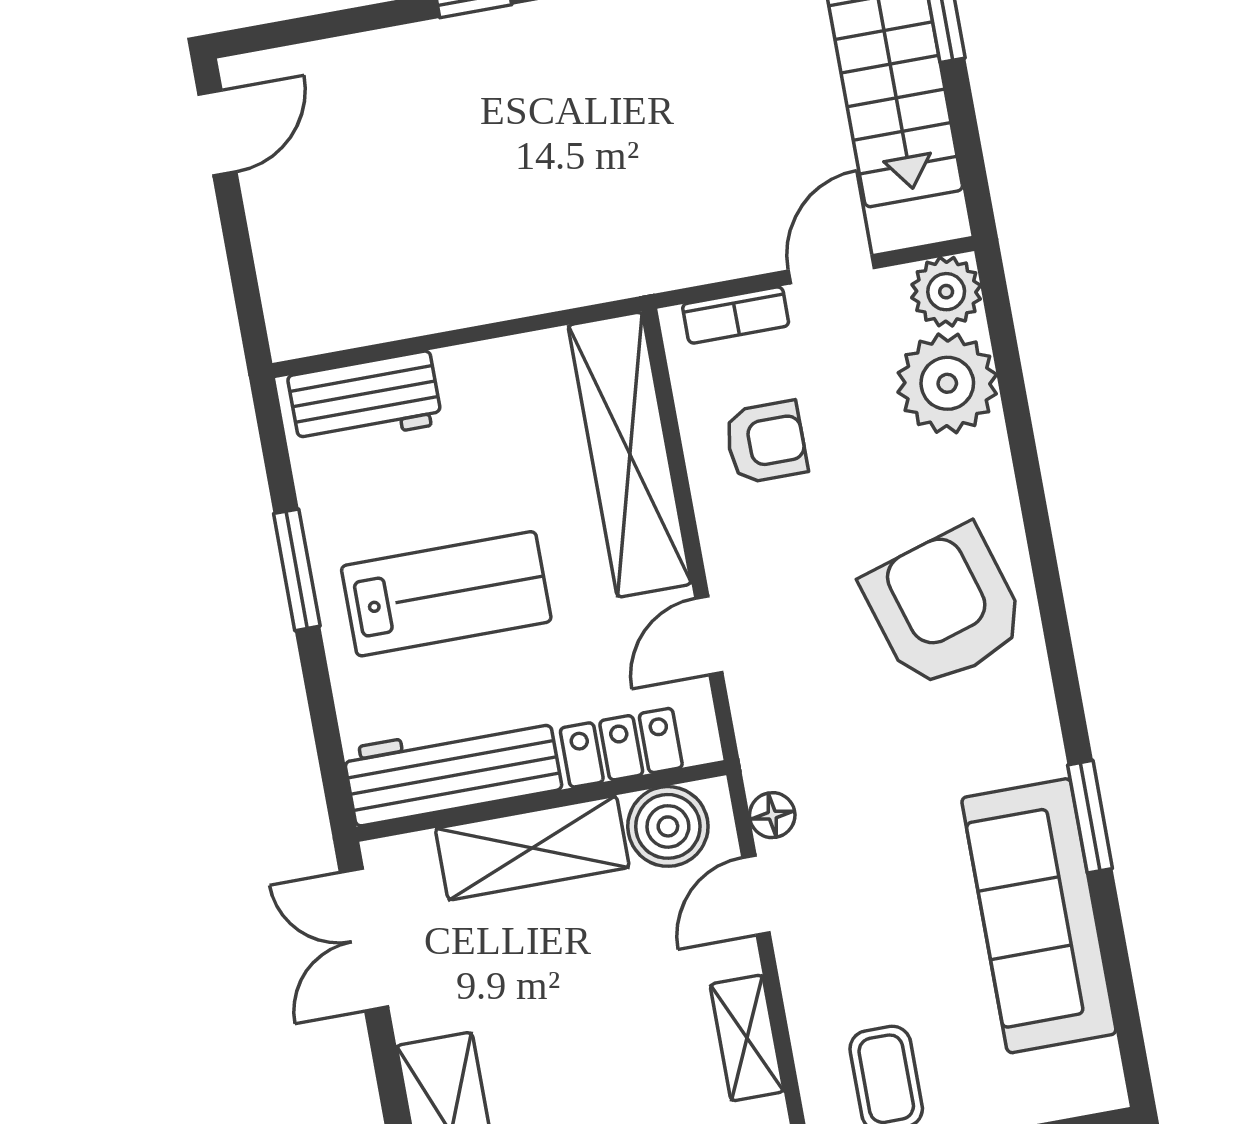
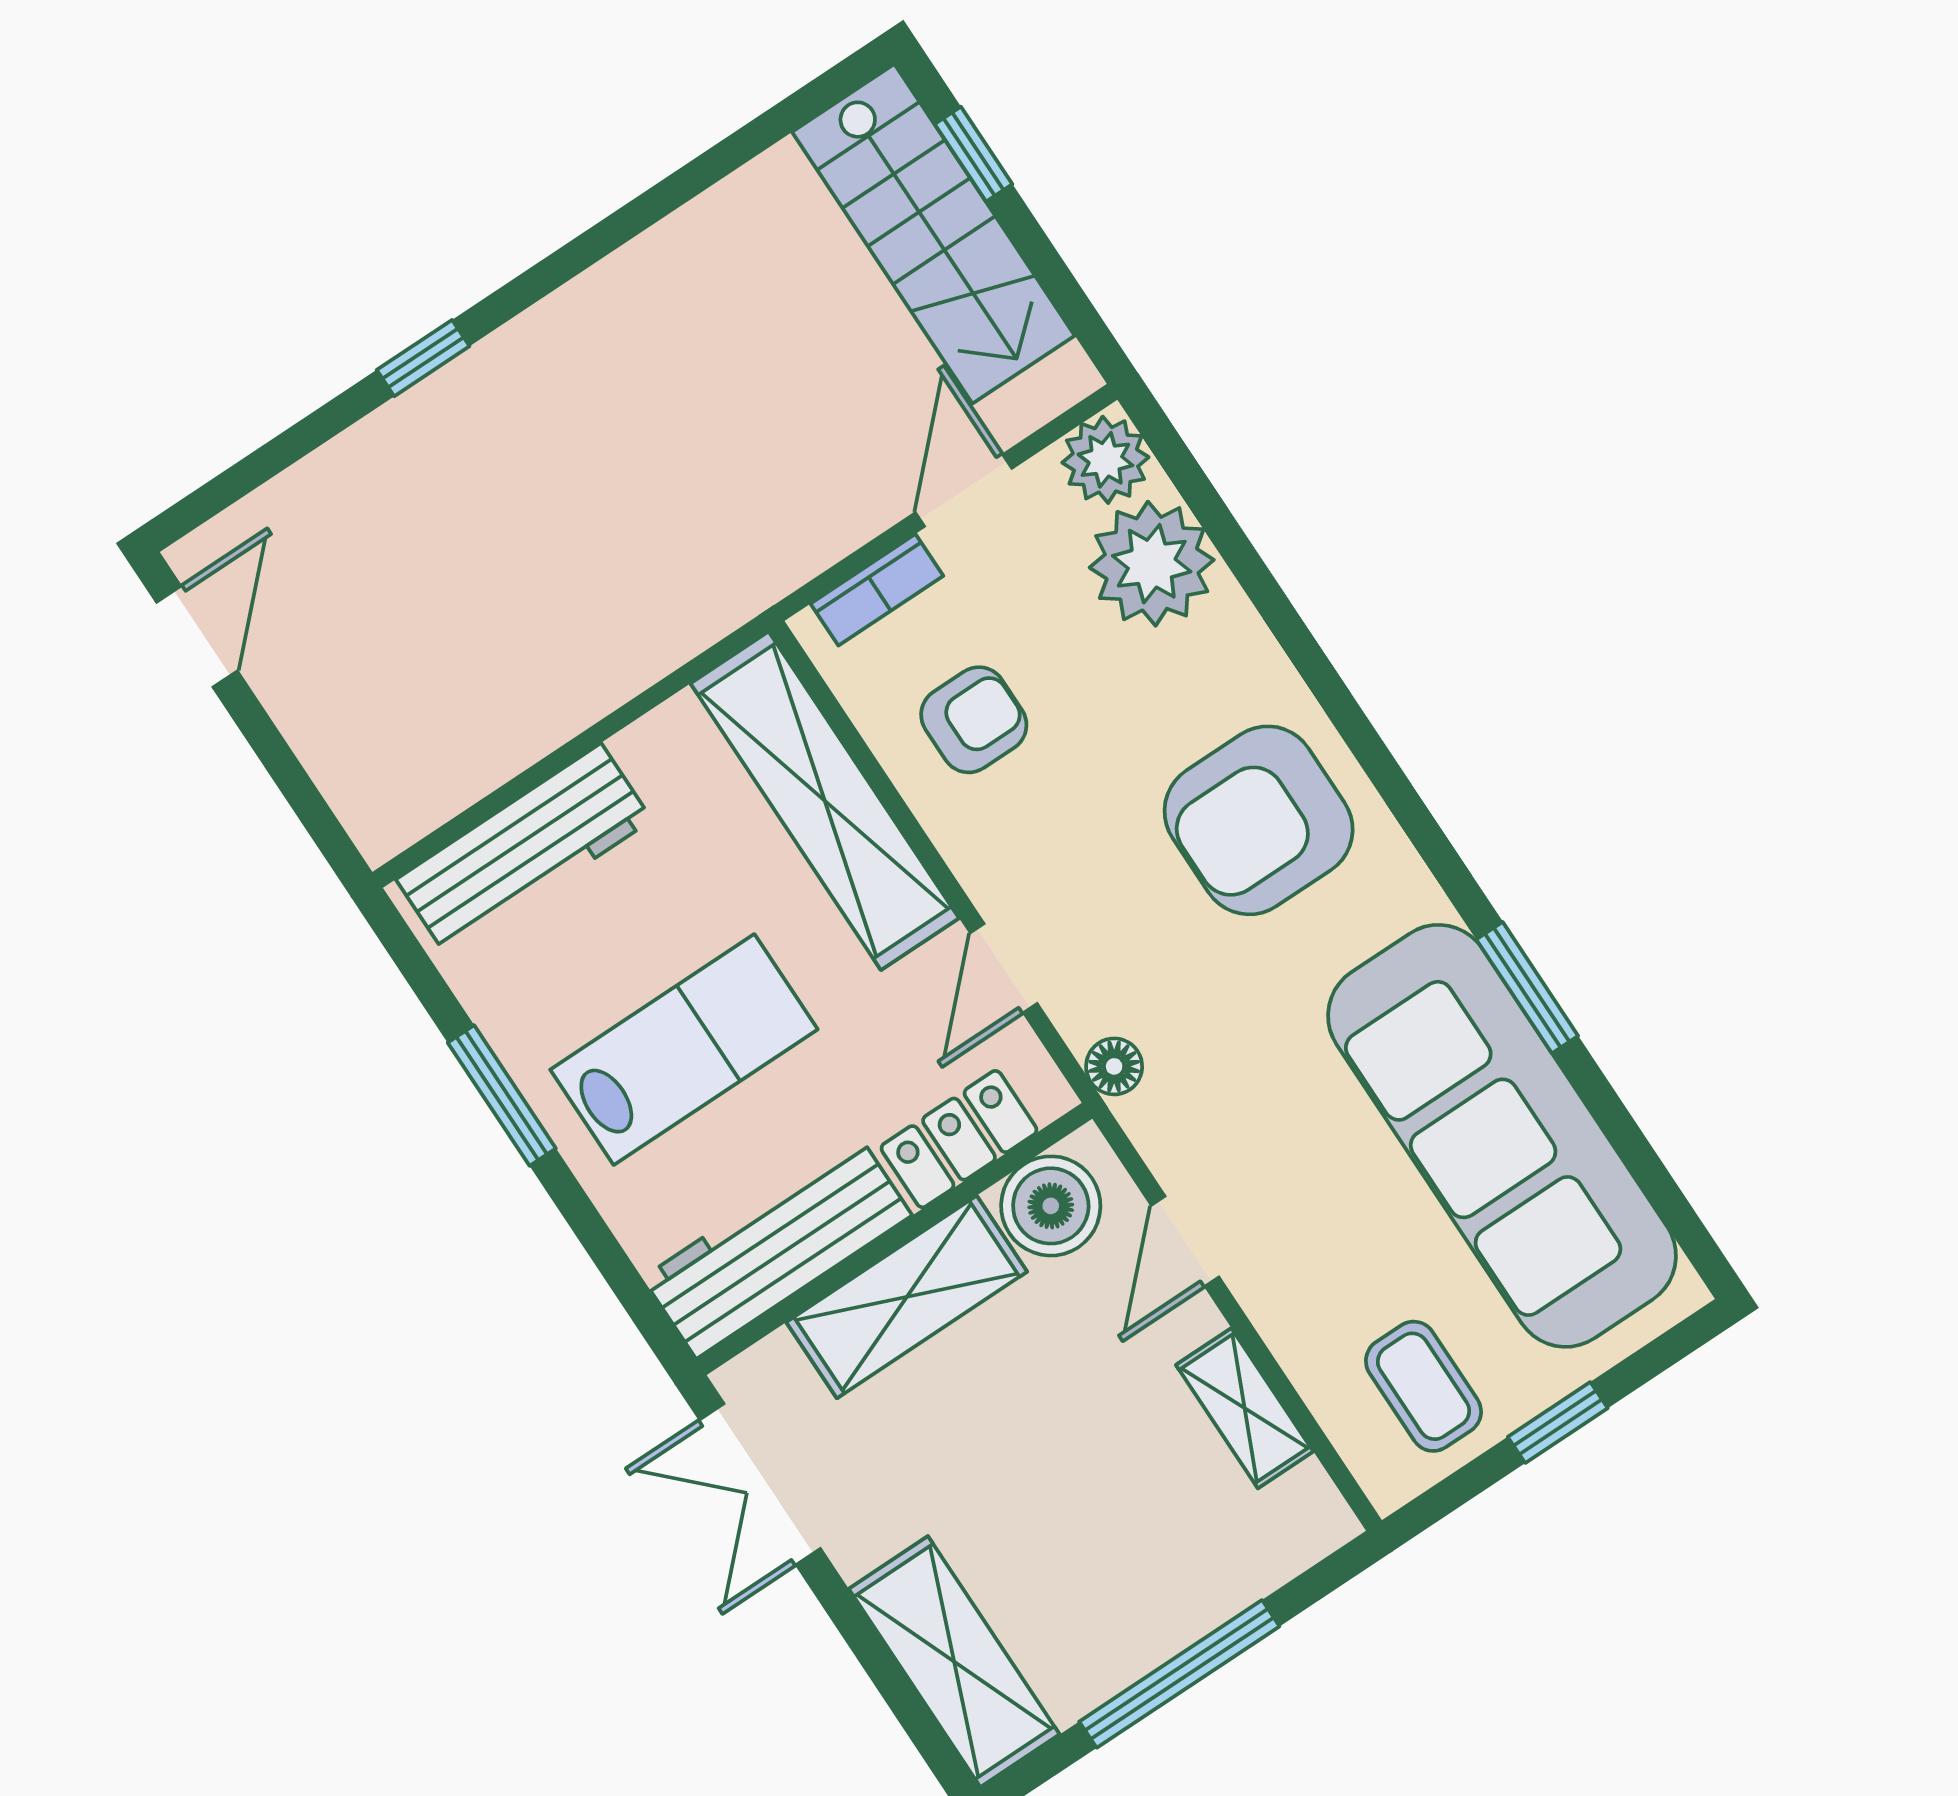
workbench: (365, 400) -> (524, 850), width x1.38
armchair: (945, 607) -> (1259, 820), turned -73
floor lamp: (772, 815) -> (1114, 1066), moved
sofa: (1039, 916) -> (1502, 1136), width x1.36, depth x1.27

